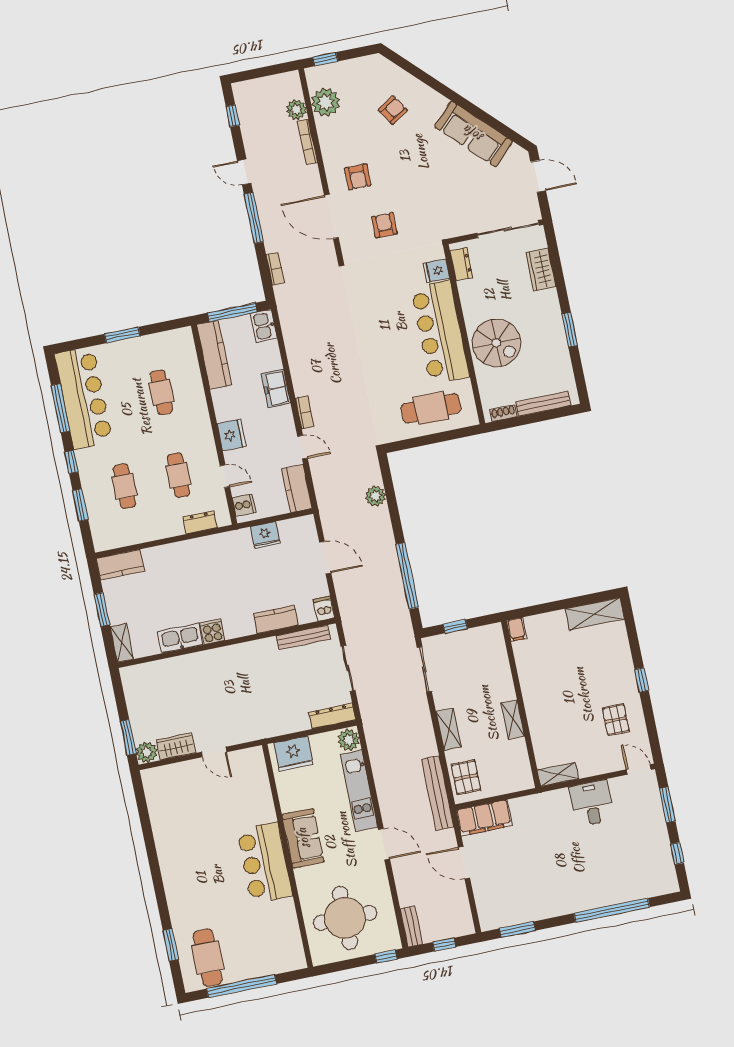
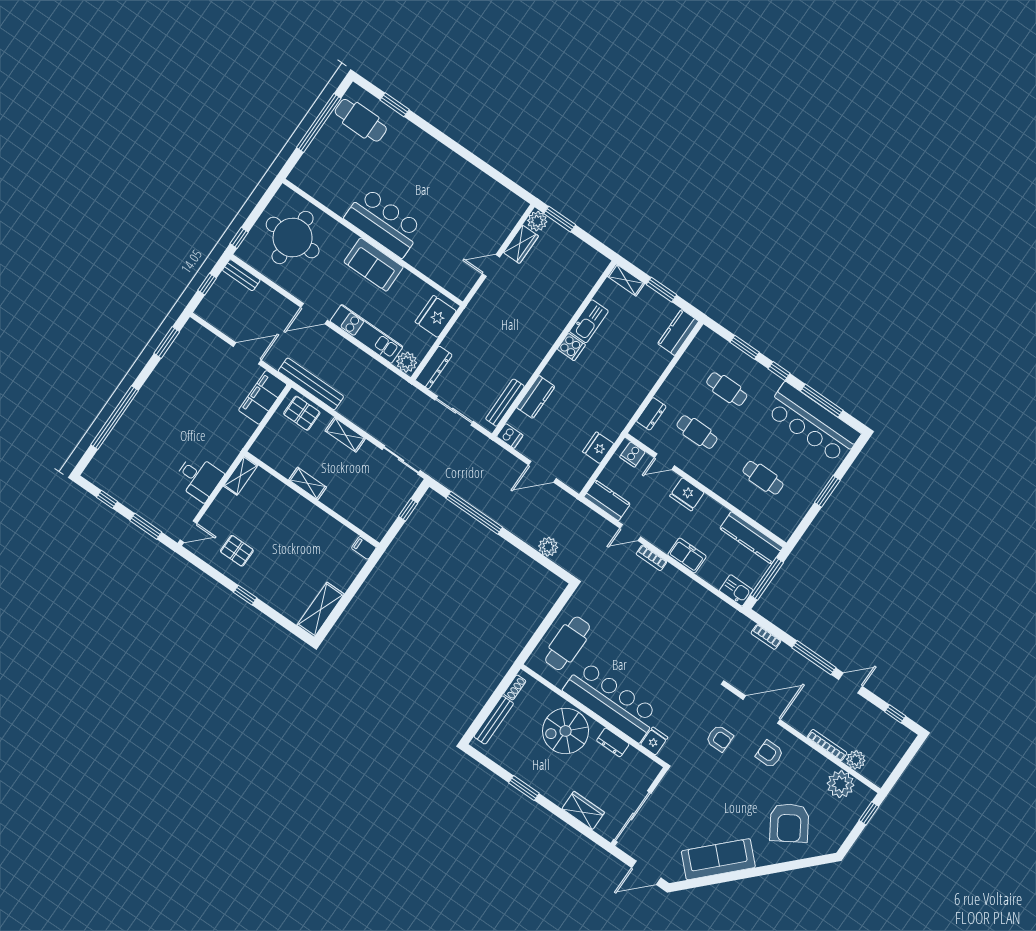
armchair: (393, 110) -> (789, 823), width x1.88, depth x1.88
dresser: (461, 264) -> (613, 742), moved

